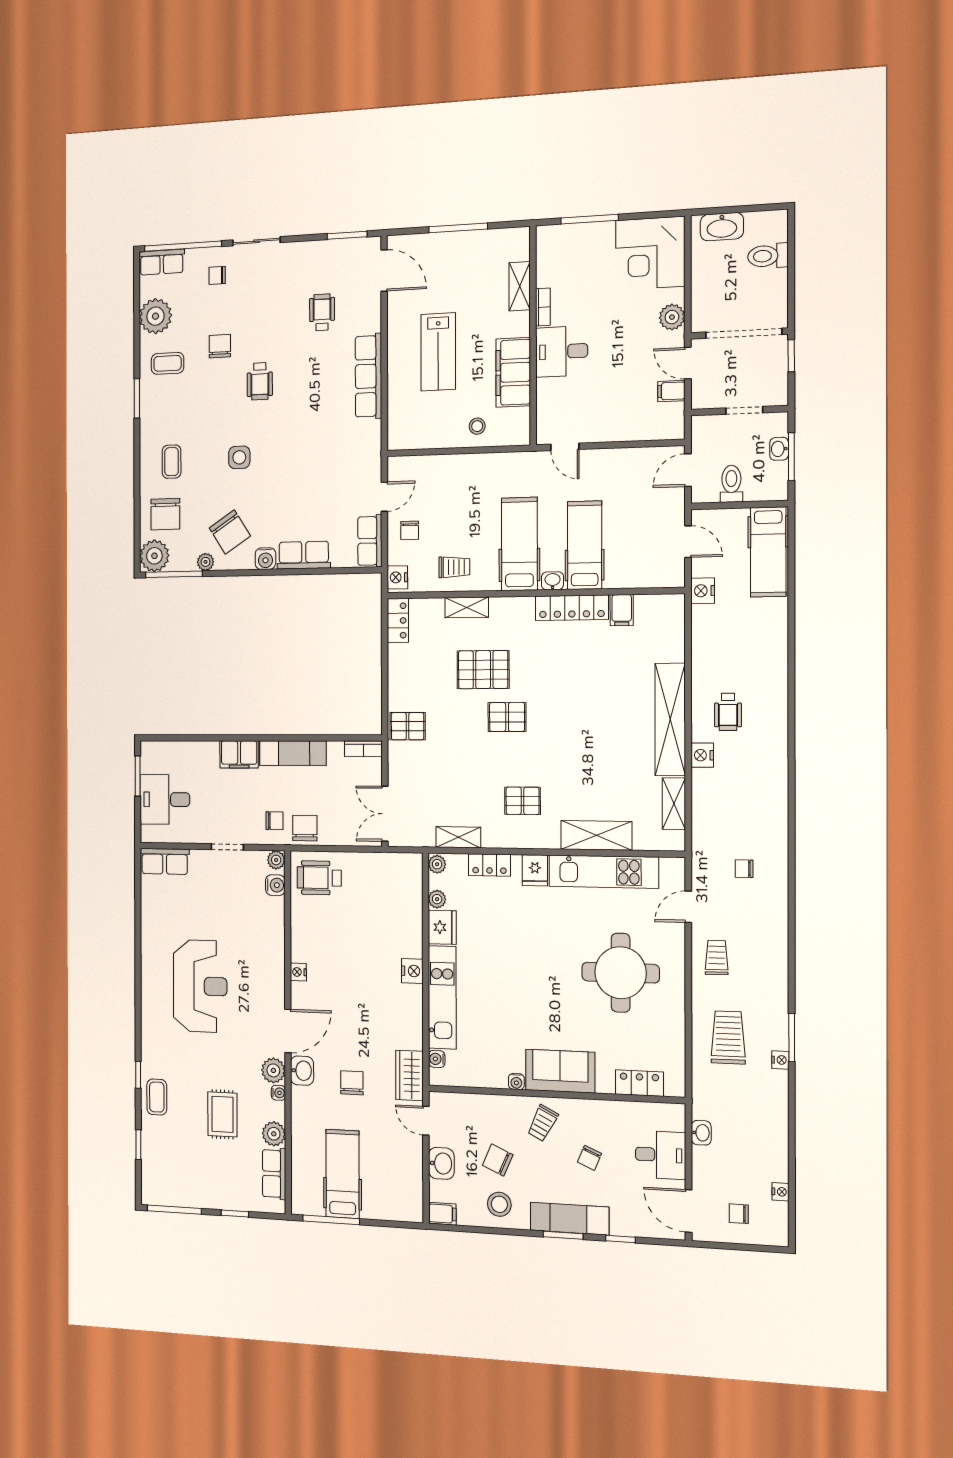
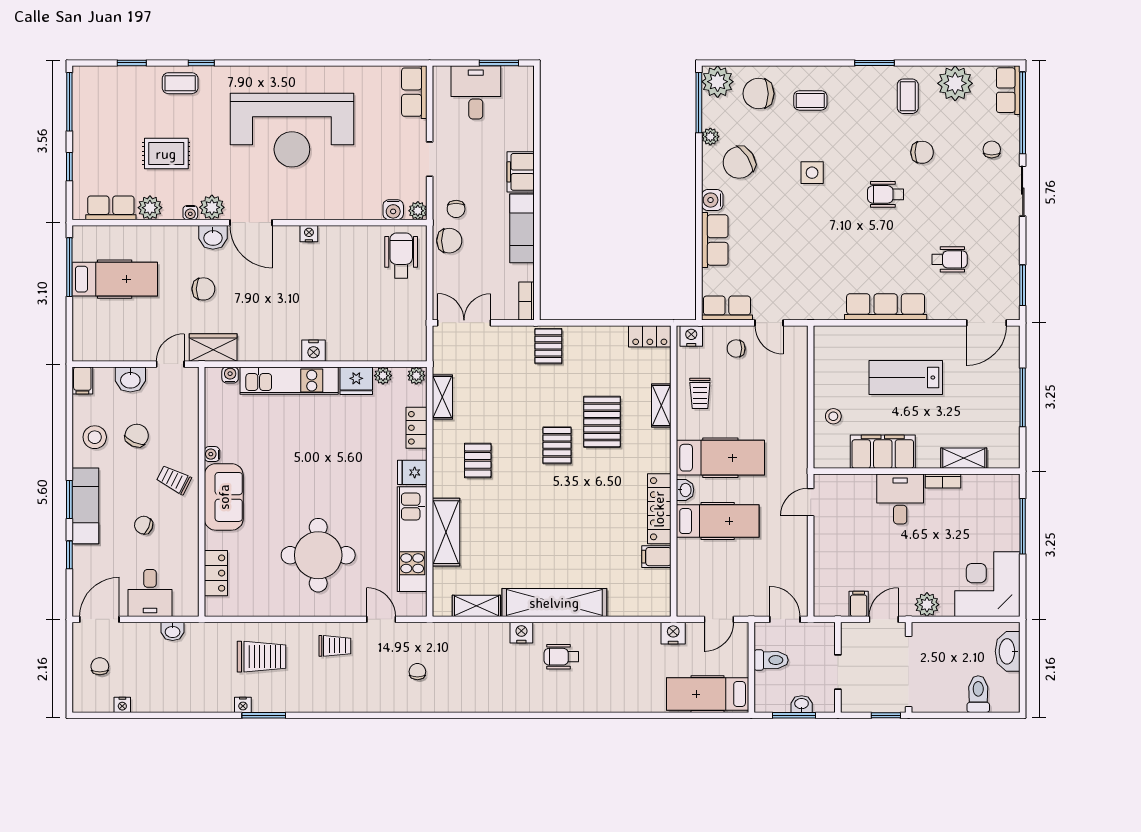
reception desk: (200, 986) -> (292, 130), width x1.36, depth x1.30

